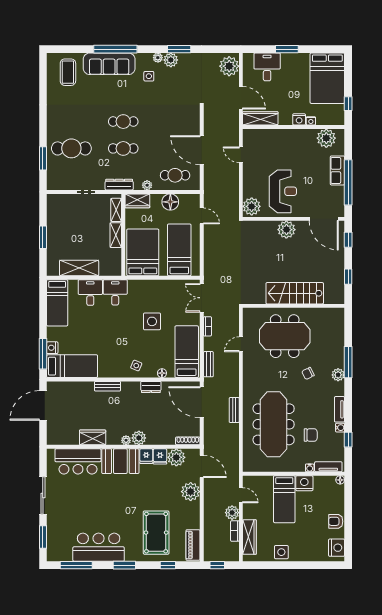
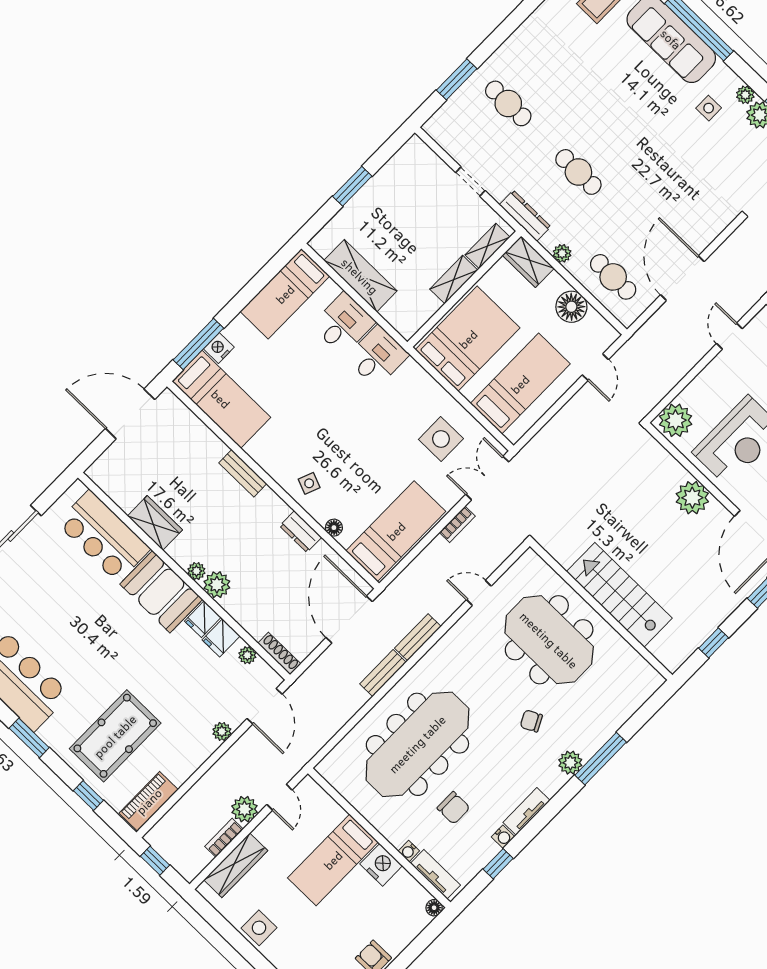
cafe table: (123, 122) -> (614, 136), removed
cafe table: (71, 148) -> (508, 103), width x0.73, depth x0.74
side table: (152, 321) -> (441, 439), moved
bench: (208, 364) -> (418, 637), moved
plant: (176, 457) -> (247, 655), width x0.53, depth x0.53
plant: (191, 492) -> (222, 731), width x0.53, depth x0.53

